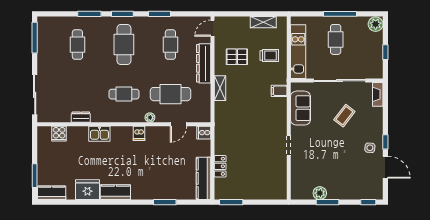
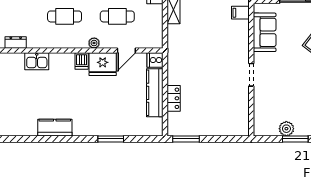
cafe table: (170, 94) -> (117, 16), width x0.73, depth x0.74
kitchen counter: (204, 178) -> (155, 93), moved
fridge: (87, 190) -> (103, 64), moved, turned 180

